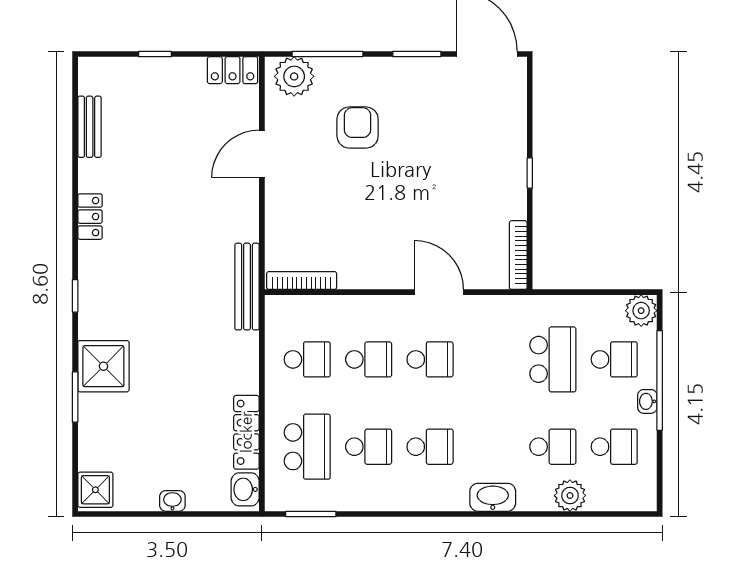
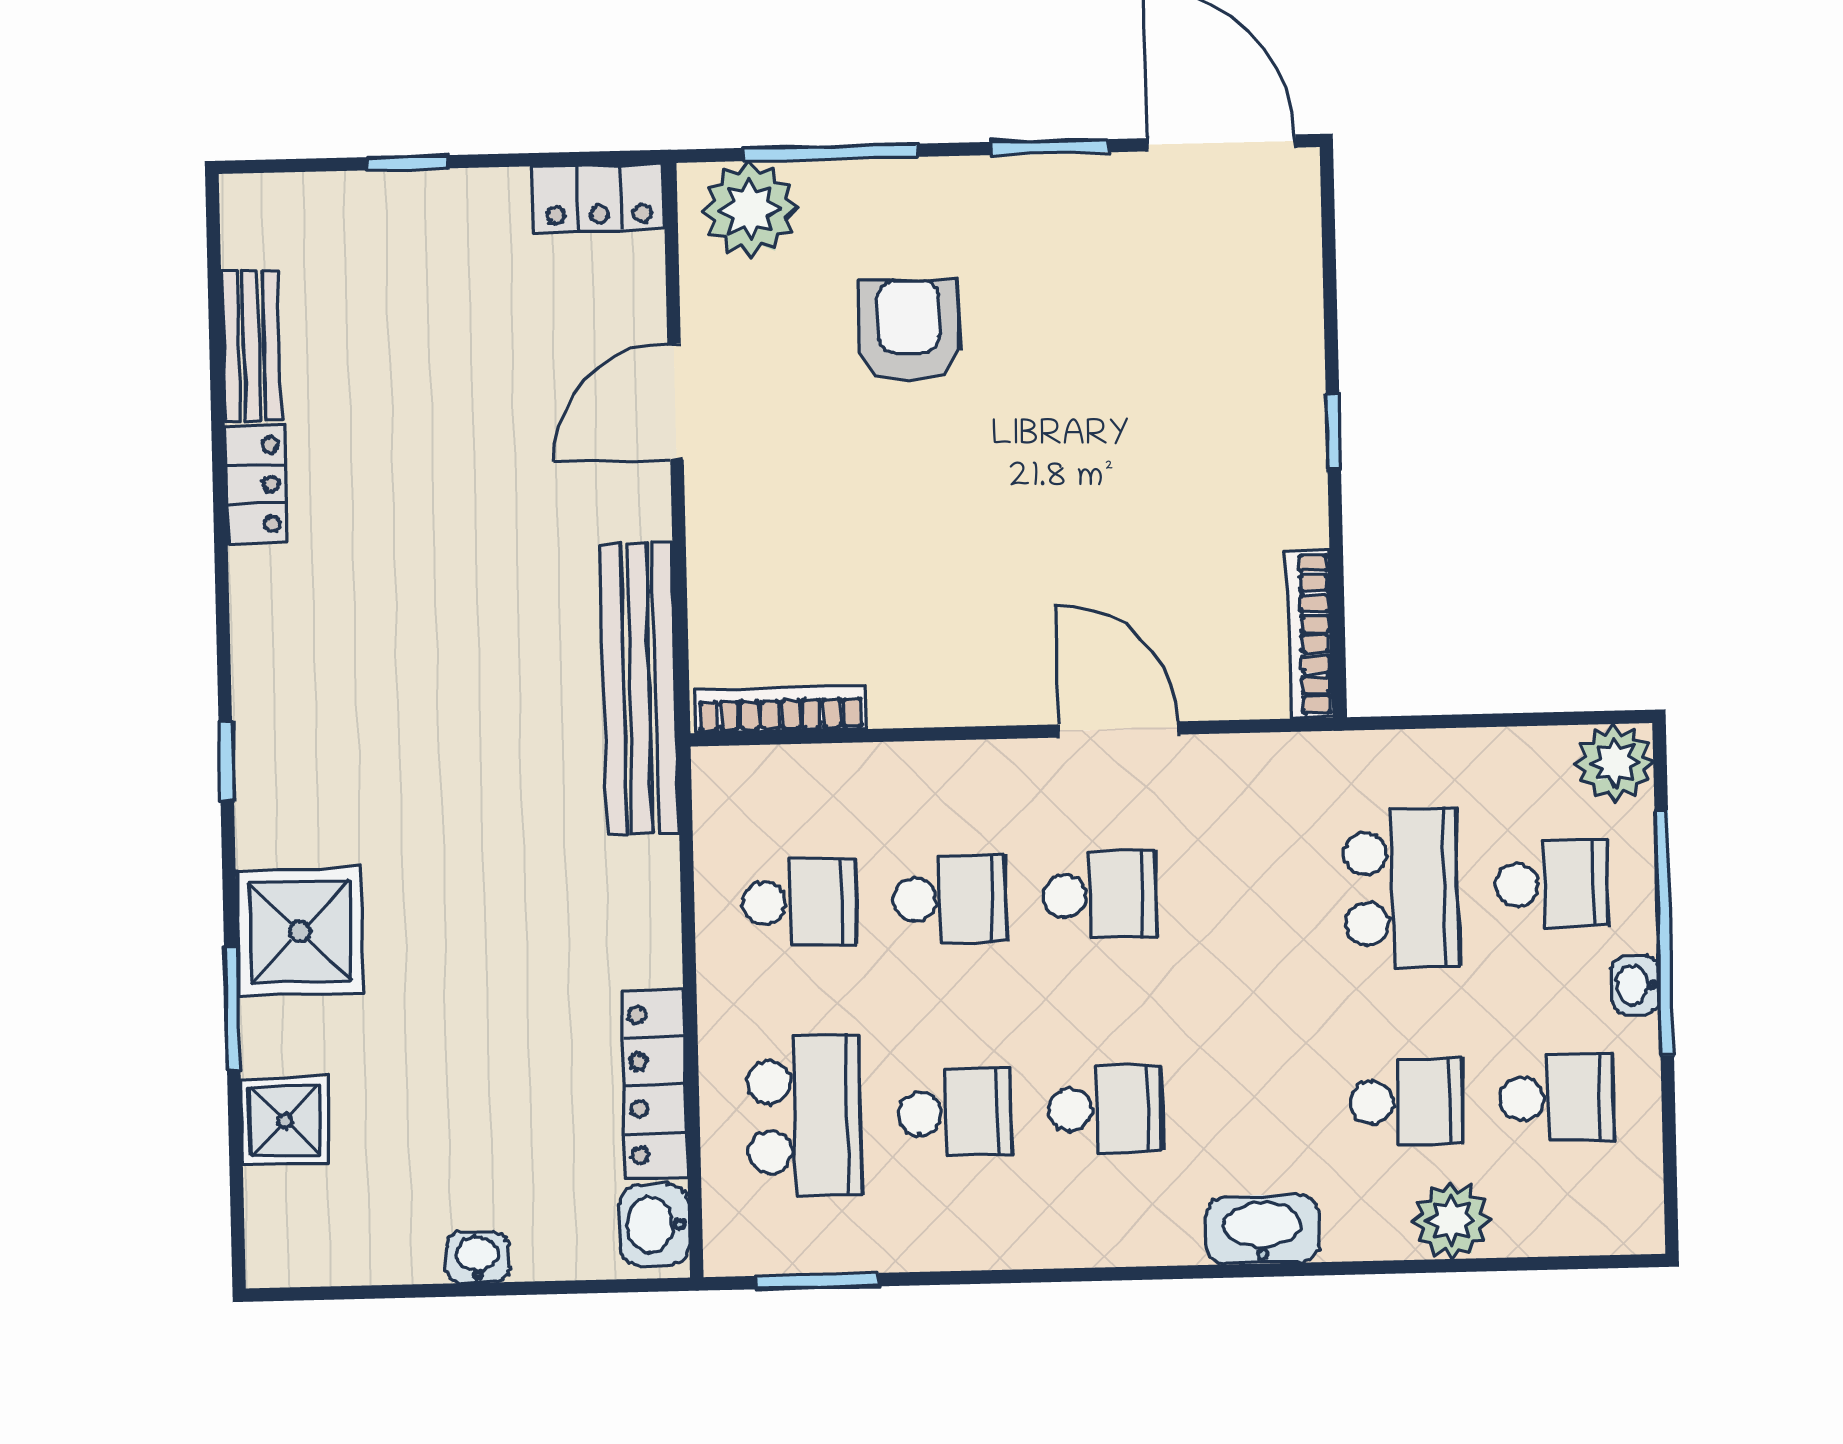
locker: (90, 217) -> (256, 485), moved
bench: (247, 287) -> (640, 689), width x1.37, depth x1.21
shower: (95, 490) -> (285, 1121), moved

